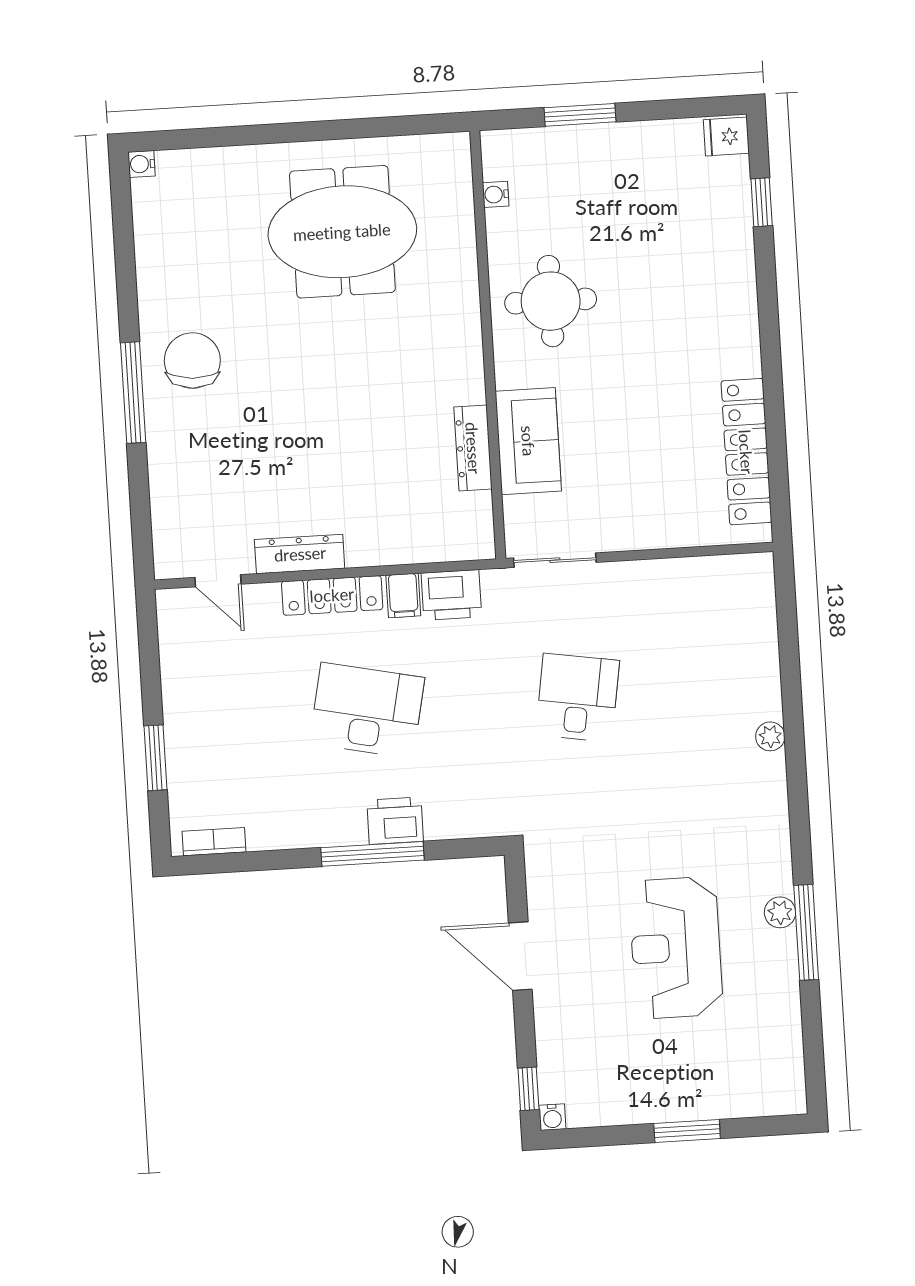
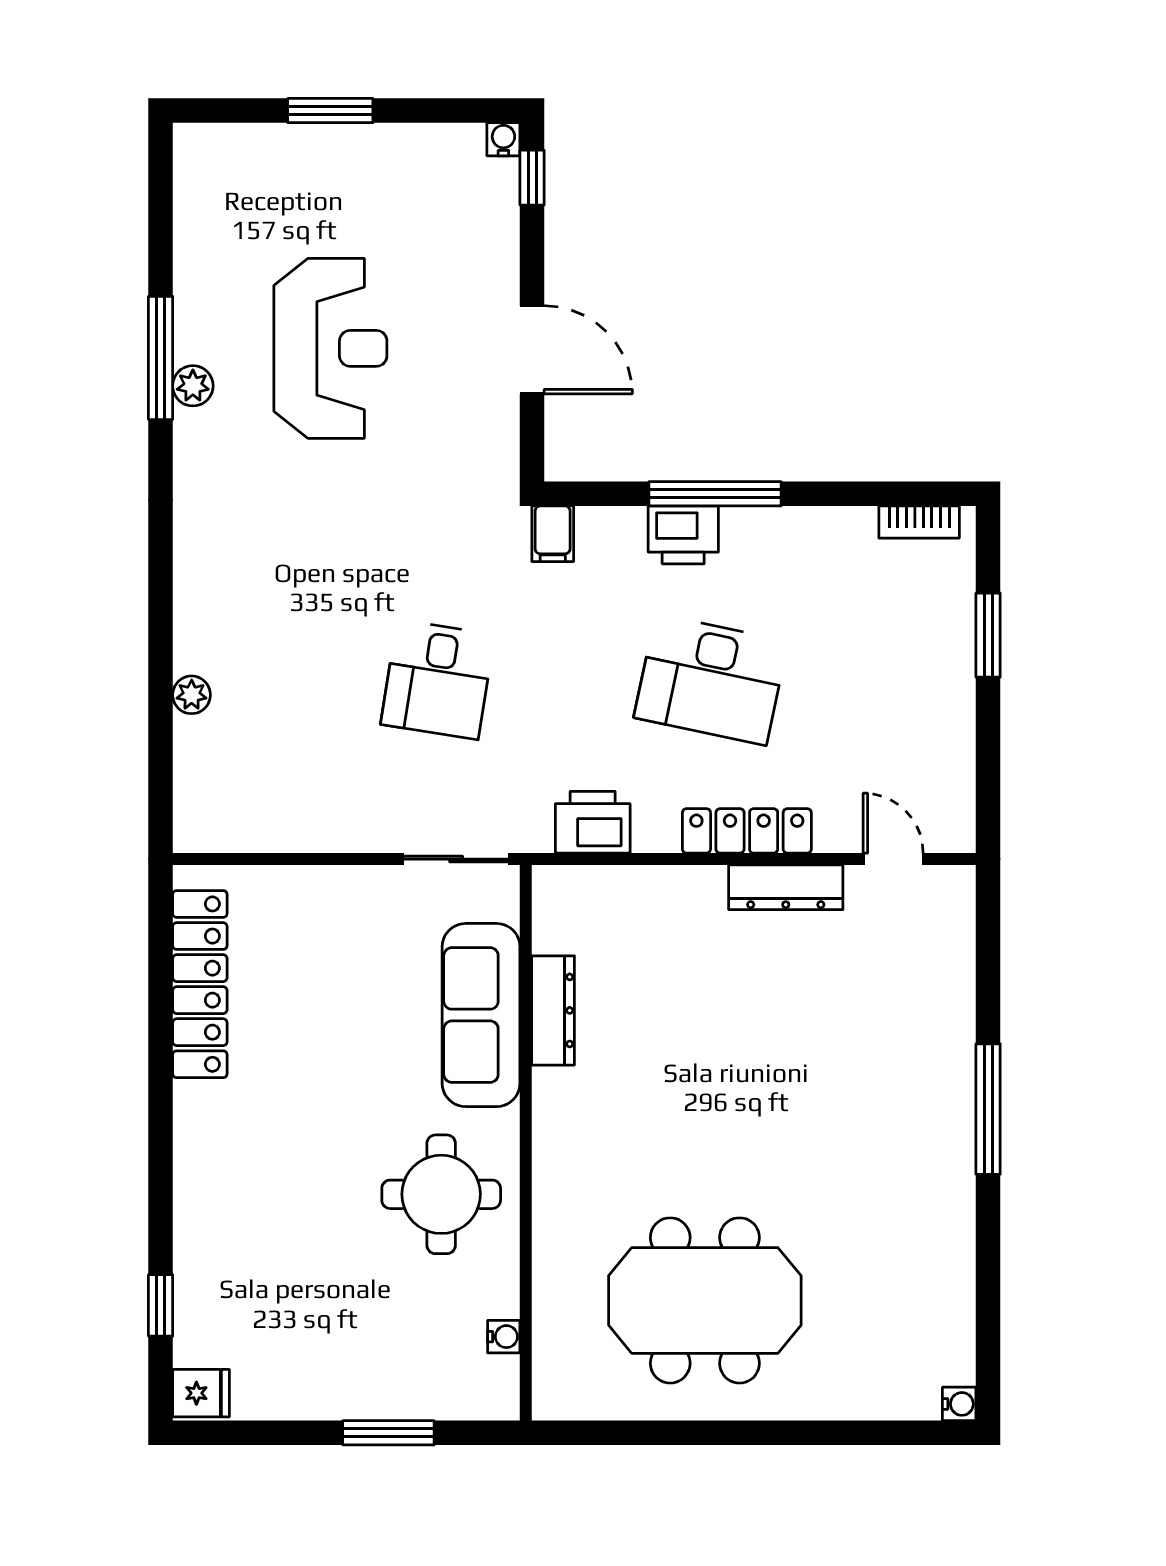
chair: (192, 361) -> (909, 1146), removed
sofa: (528, 441) -> (481, 1015), width x1.36
filing cabinet: (403, 595) -> (553, 534), moved, turned 180
plant: (770, 736) -> (192, 695), moved

